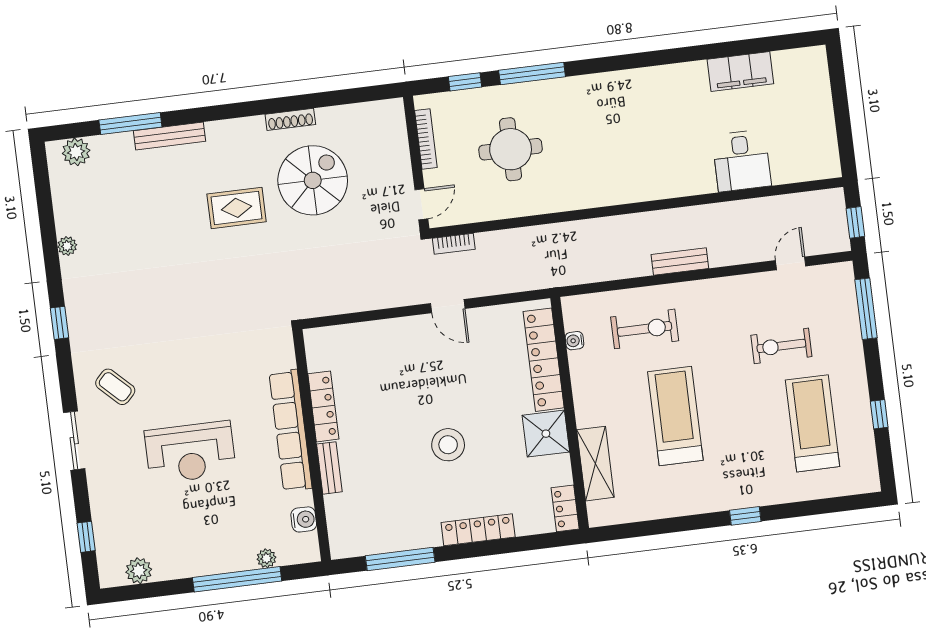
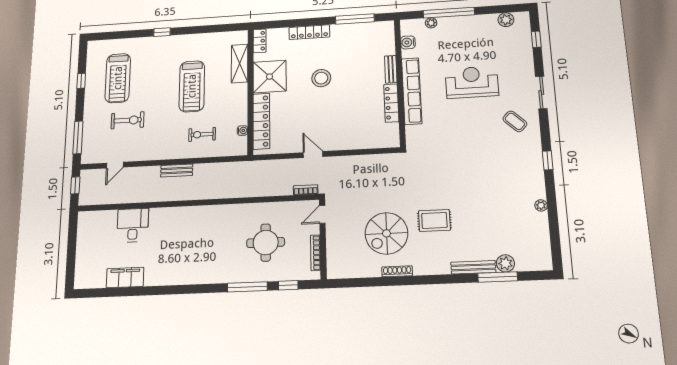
plant: (76, 152) -> (505, 263), moved
exercise bike: (645, 329) -> (202, 134), width x0.73, depth x0.72
shower: (546, 434) -> (270, 77), width x1.37, depth x1.37

